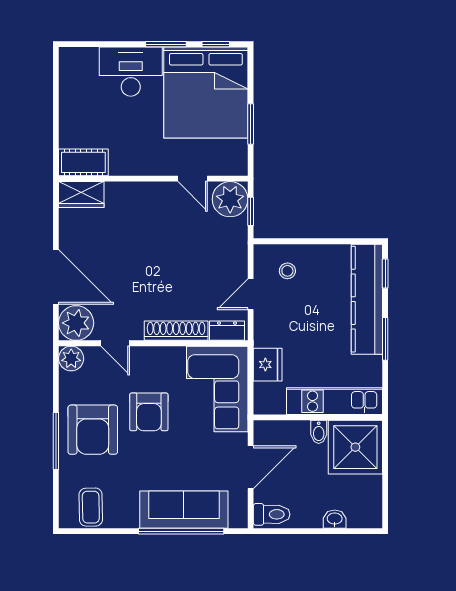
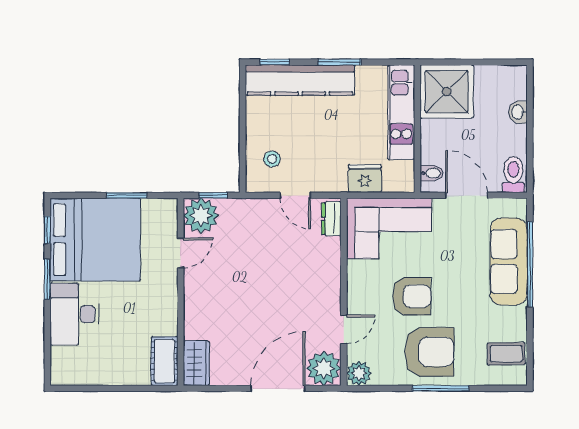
shoe rack: (176, 331) -> (331, 269), removed
bidet: (319, 432) -> (432, 173), moved

